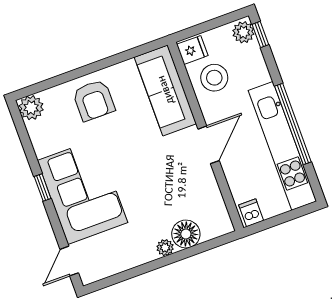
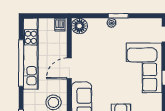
floor lamp: (186, 234) -> (79, 26), moved
window: (158, 264) -> (118, 16), added

